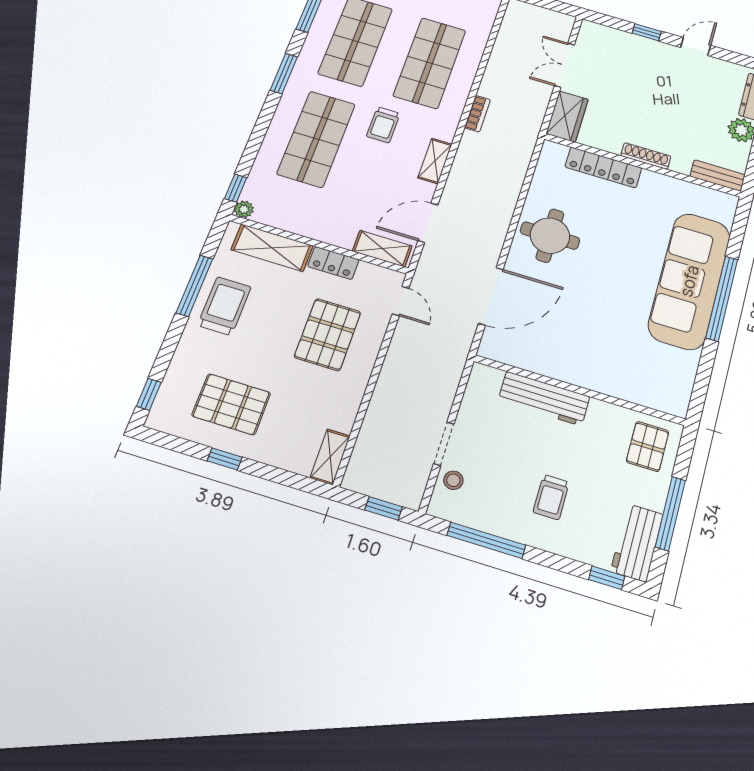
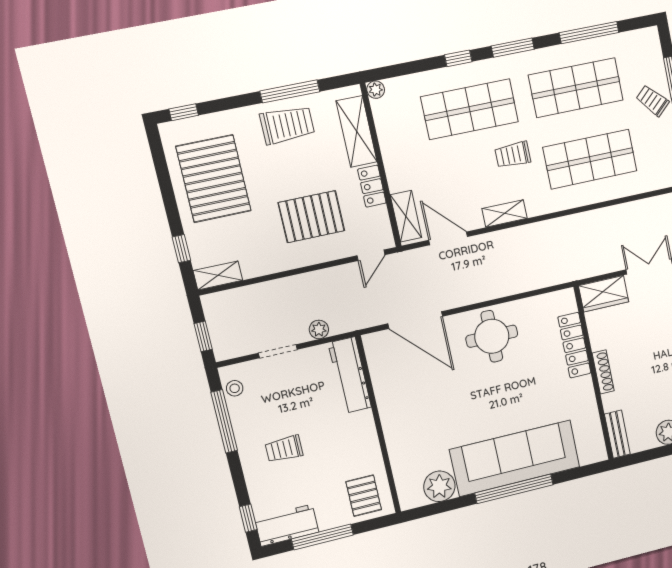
bookcase: (477, 114) -> (566, 223), removed
window: (236, 188) -> (458, 58), moved
plant: (679, 367) -> (439, 486), added
plant: (445, 391) -> (319, 329), added
workbench: (544, 399) -> (350, 375), moved
pallet: (231, 404) -> (214, 179), width x1.37, depth x1.41
pallet: (648, 446) -> (364, 496), turned 90
window: (225, 459) -> (181, 249), moved
stool: (453, 480) -> (235, 388), moved

